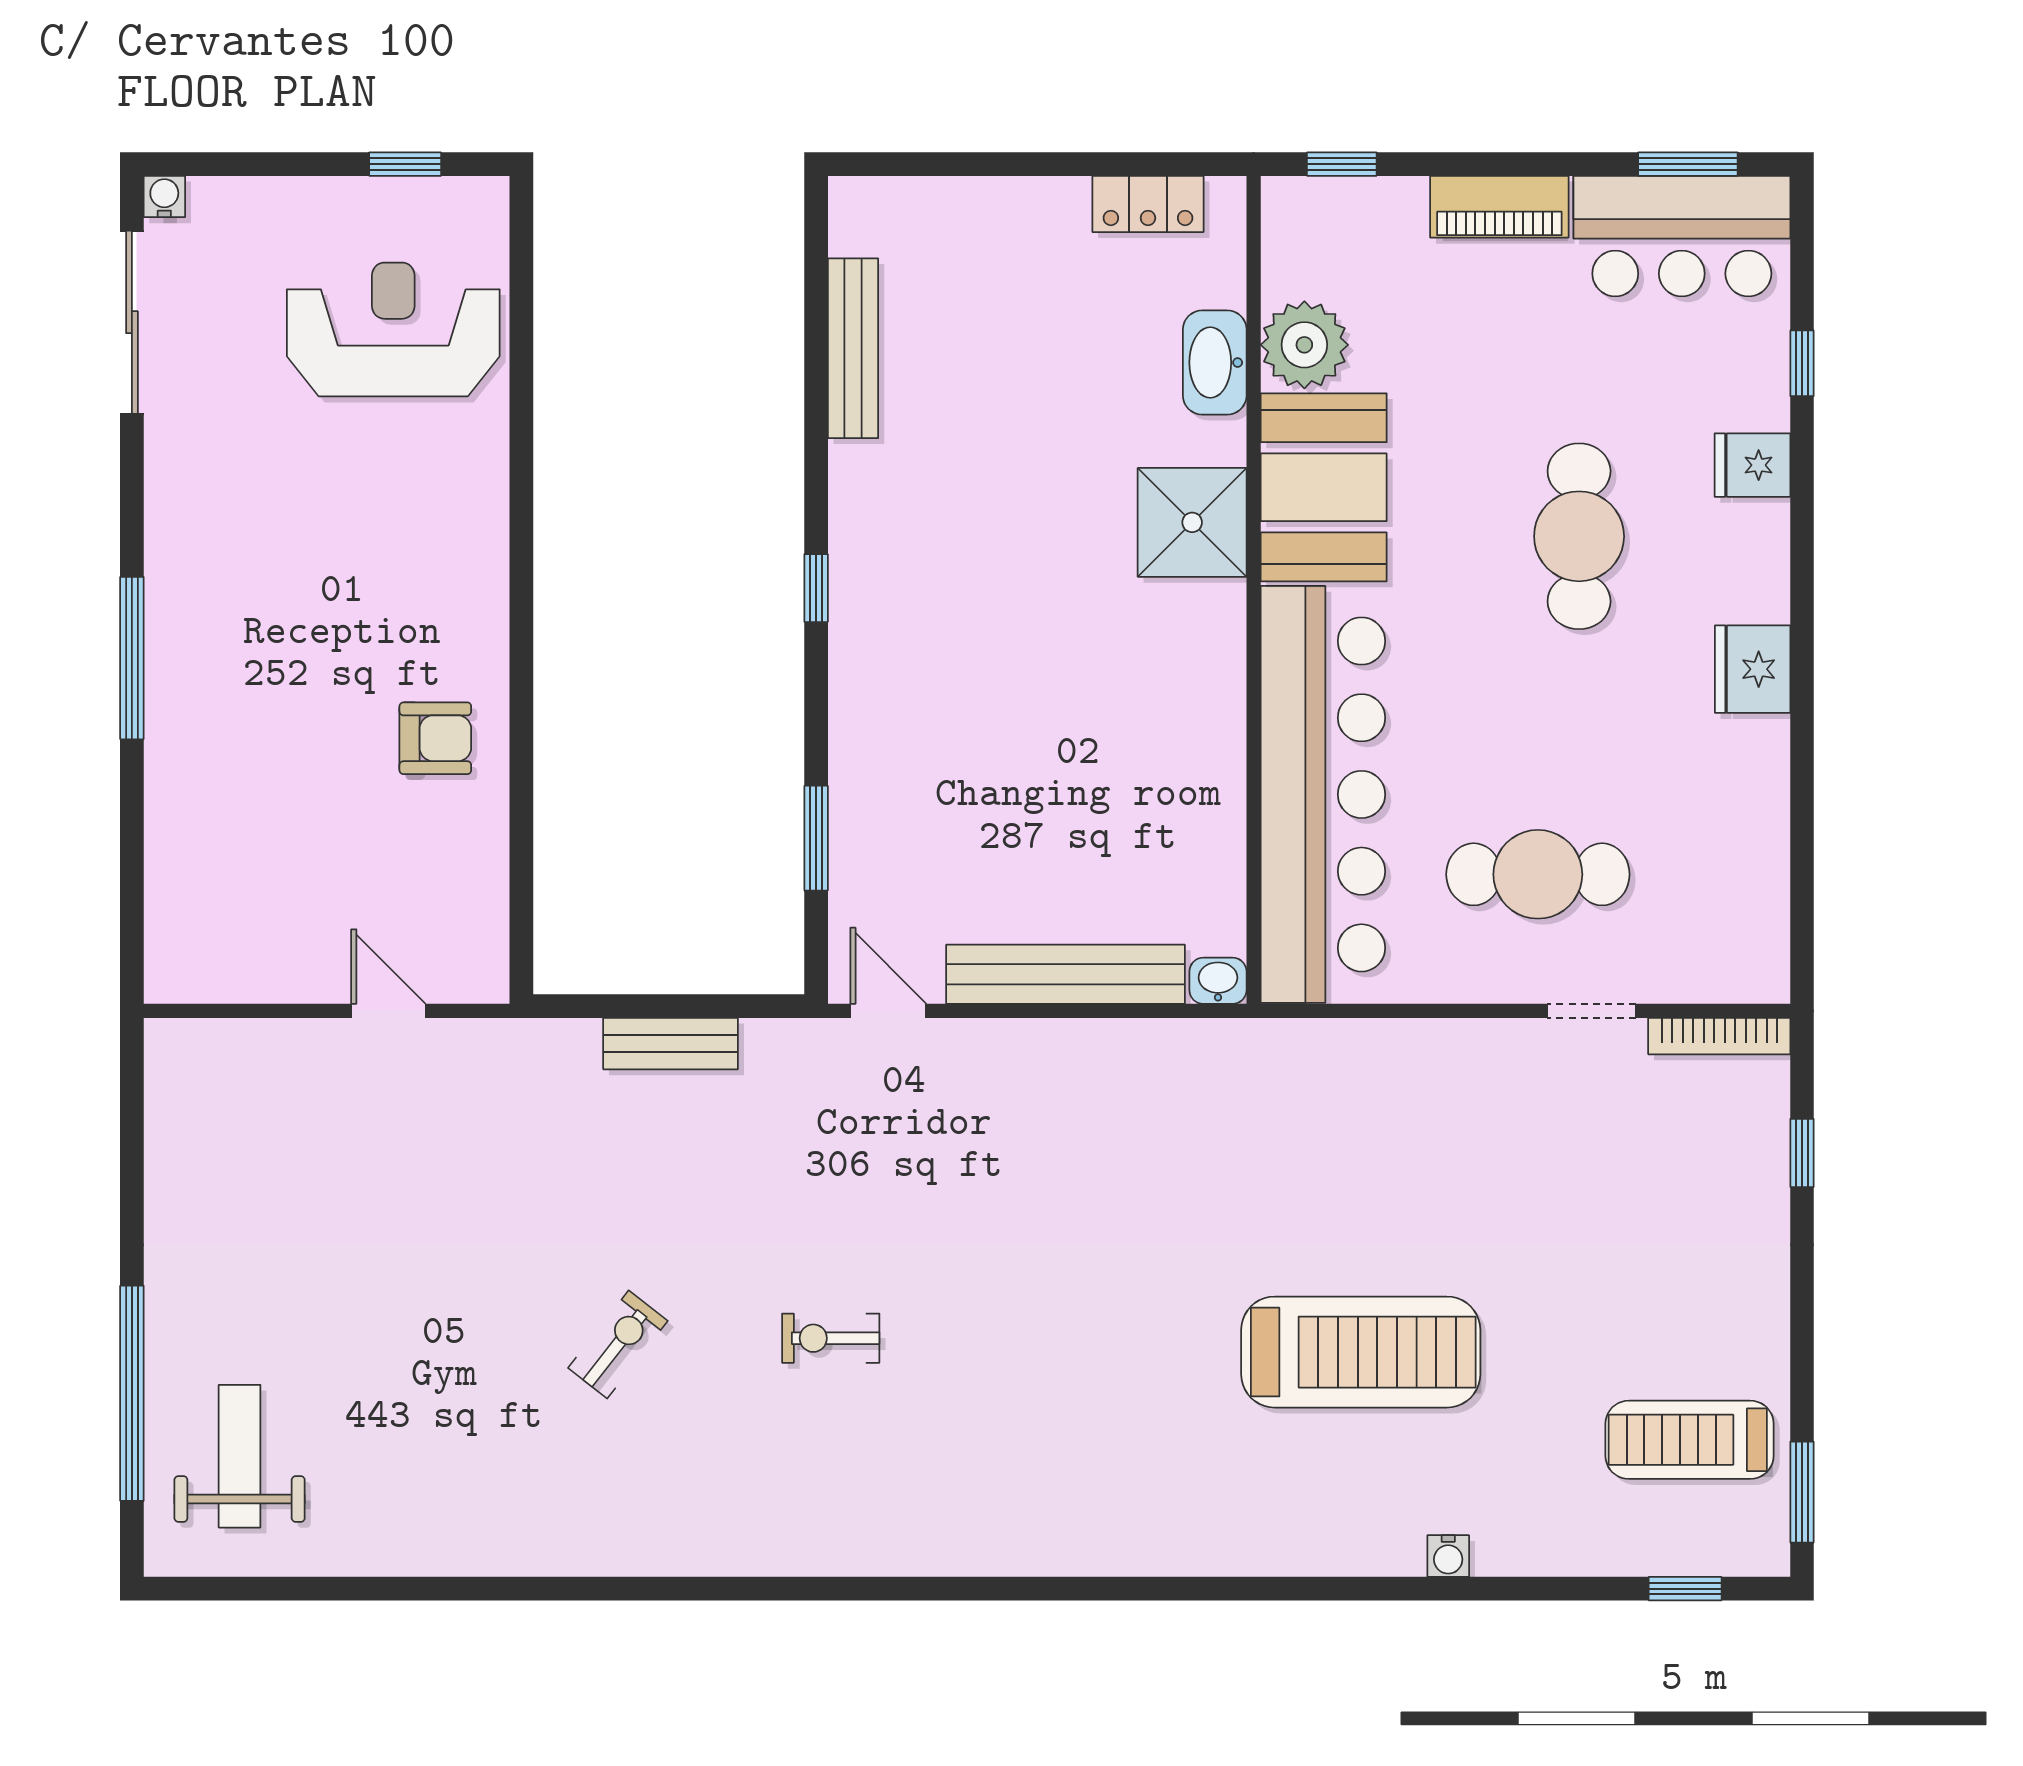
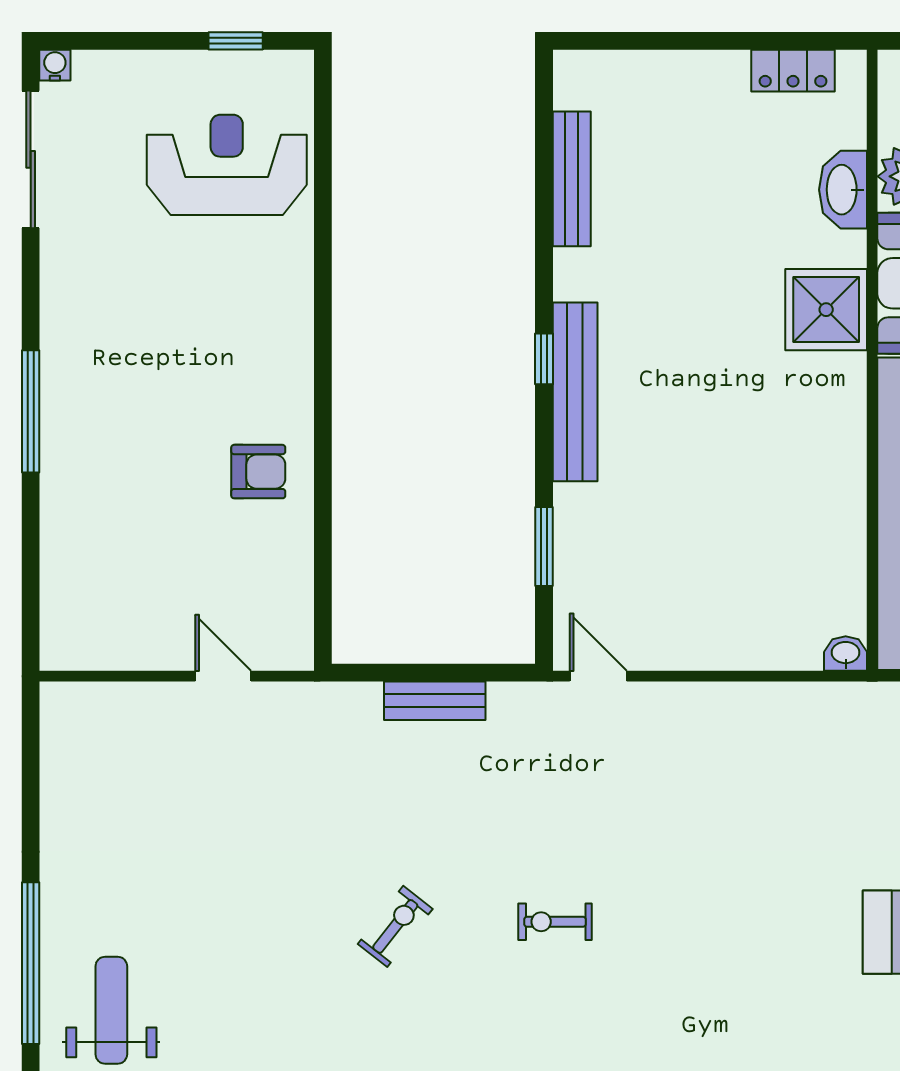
bench: (1065, 974) -> (575, 392), moved, turned 90

